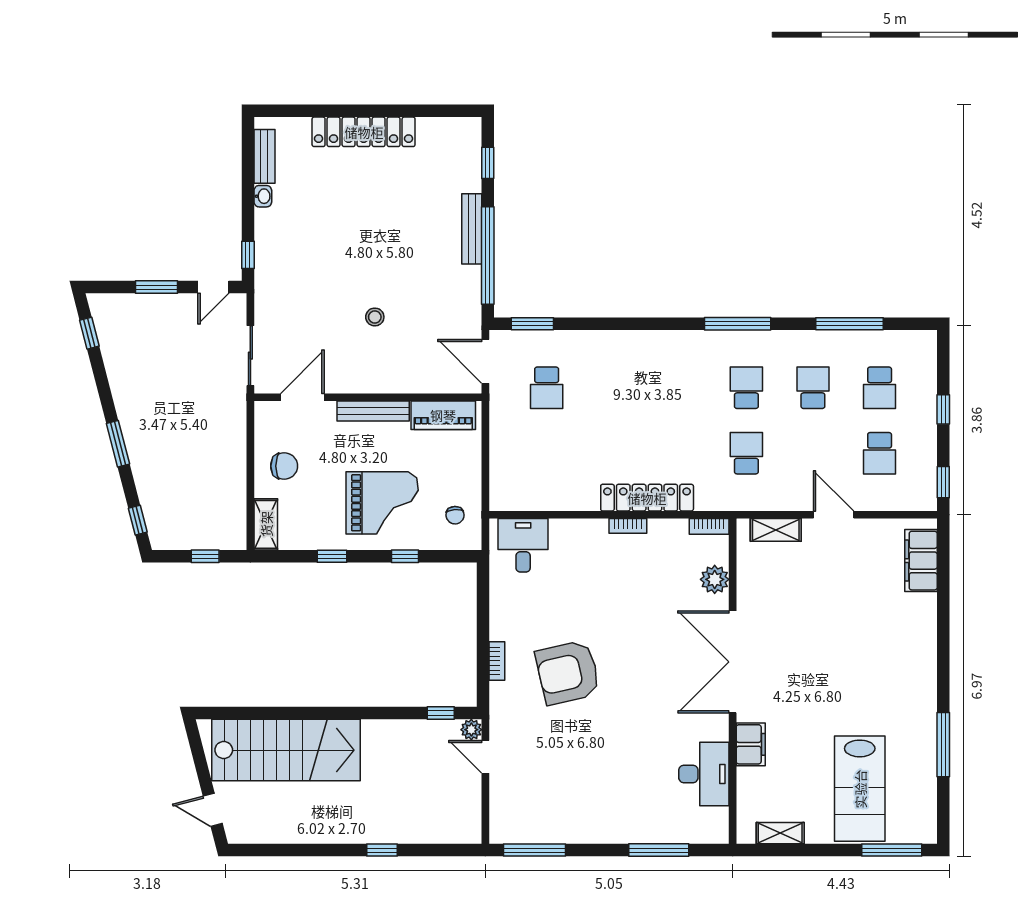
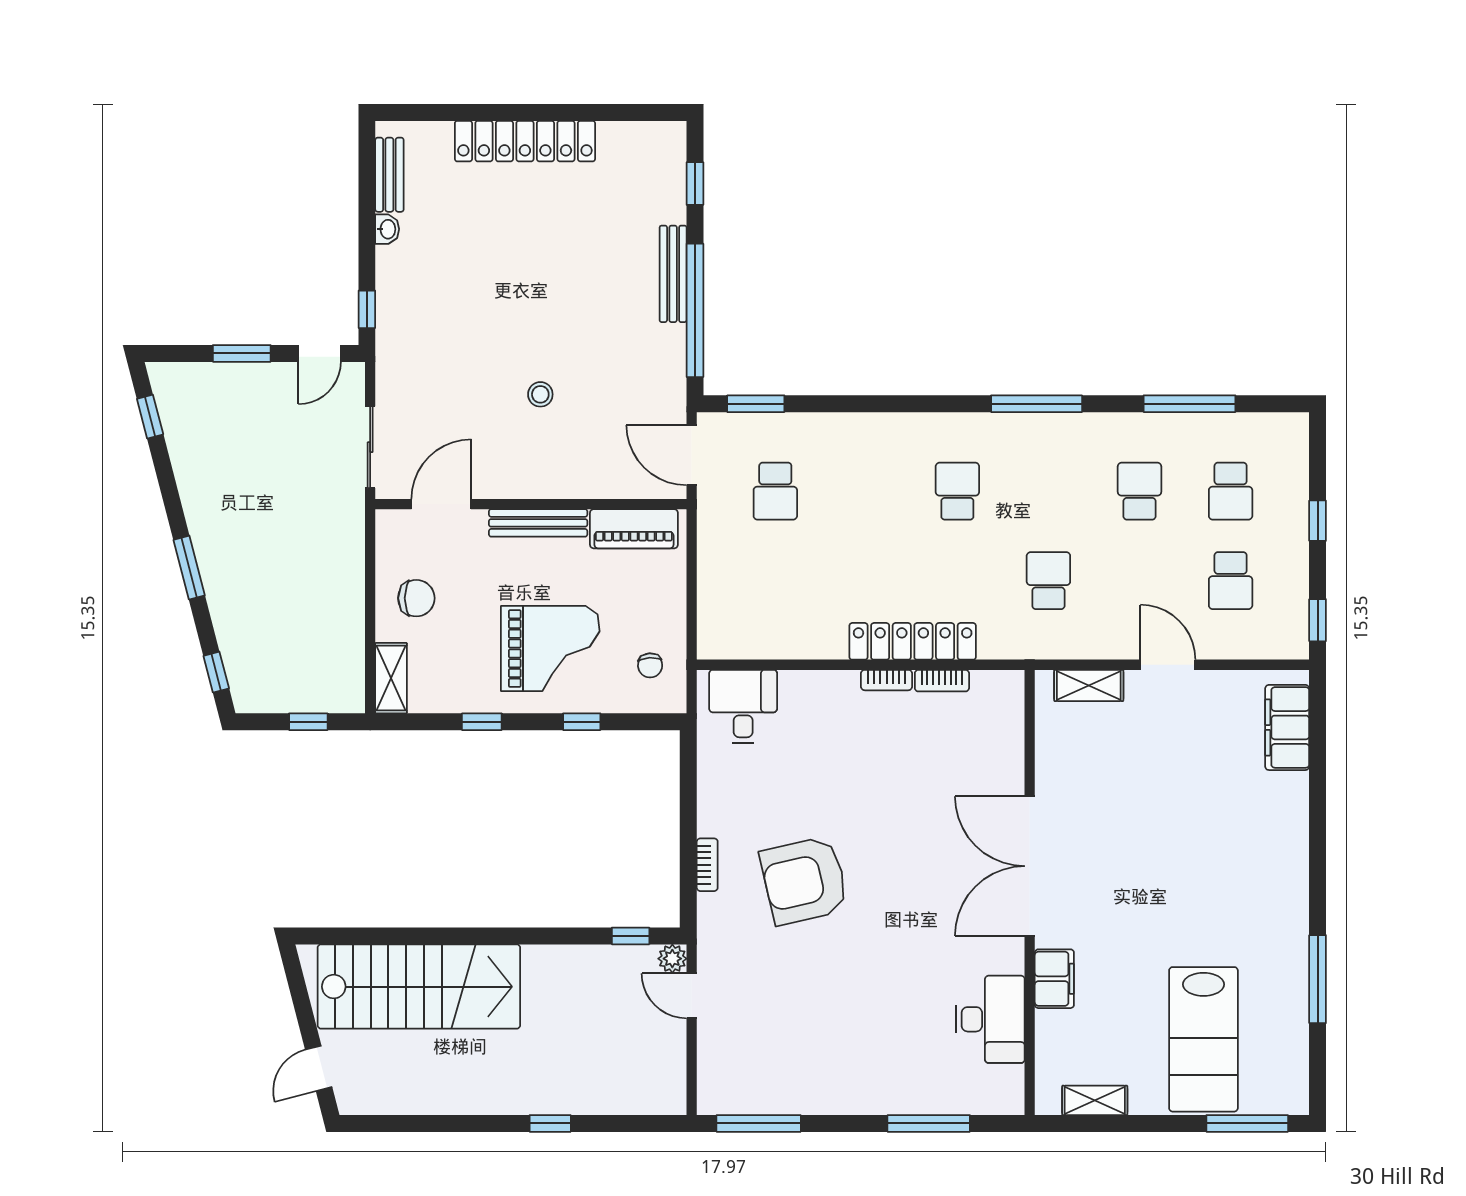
school desk: (746, 388) -> (957, 491), moved
bookcase: (709, 526) -> (942, 681), moved
plant: (715, 579) -> (1005, 753), removed
door: (213, 810) -> (319, 1068), hinge flipped

